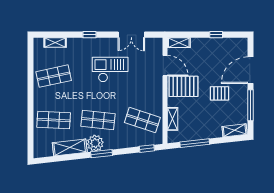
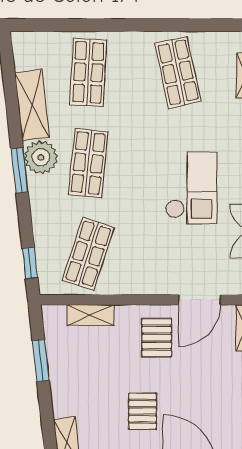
pallet: (183, 86) -> (157, 338), width x0.67, depth x0.71
window: (195, 143) -> (41, 361), width x0.69

